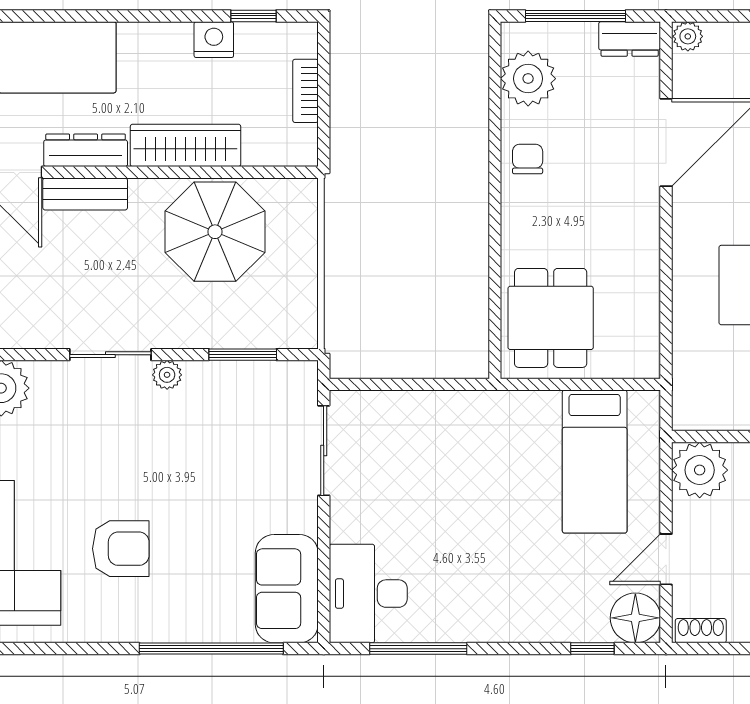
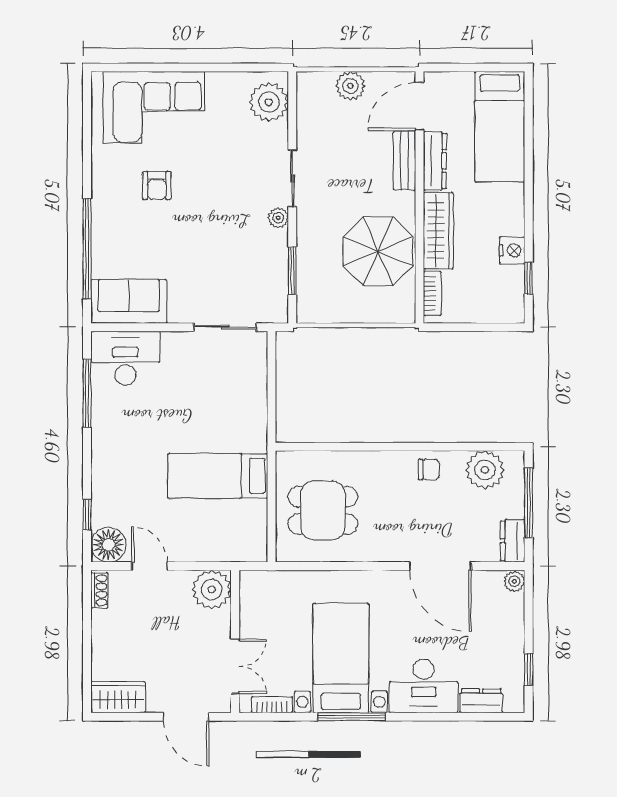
bookcase: (305, 91) -> (432, 293), moved, turned 90
dining table: (551, 318) -> (323, 510), moved
bed: (595, 462) -> (218, 476), moved
armchair: (121, 549) -> (157, 186), width x0.72, depth x0.72

